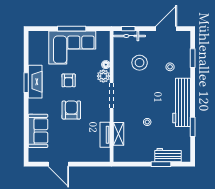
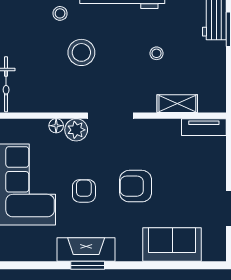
stool: (140, 63) -> (81, 52), moved
armchair: (69, 80) -> (84, 191), turned -90
tv unit: (105, 135) -> (204, 127), moved

